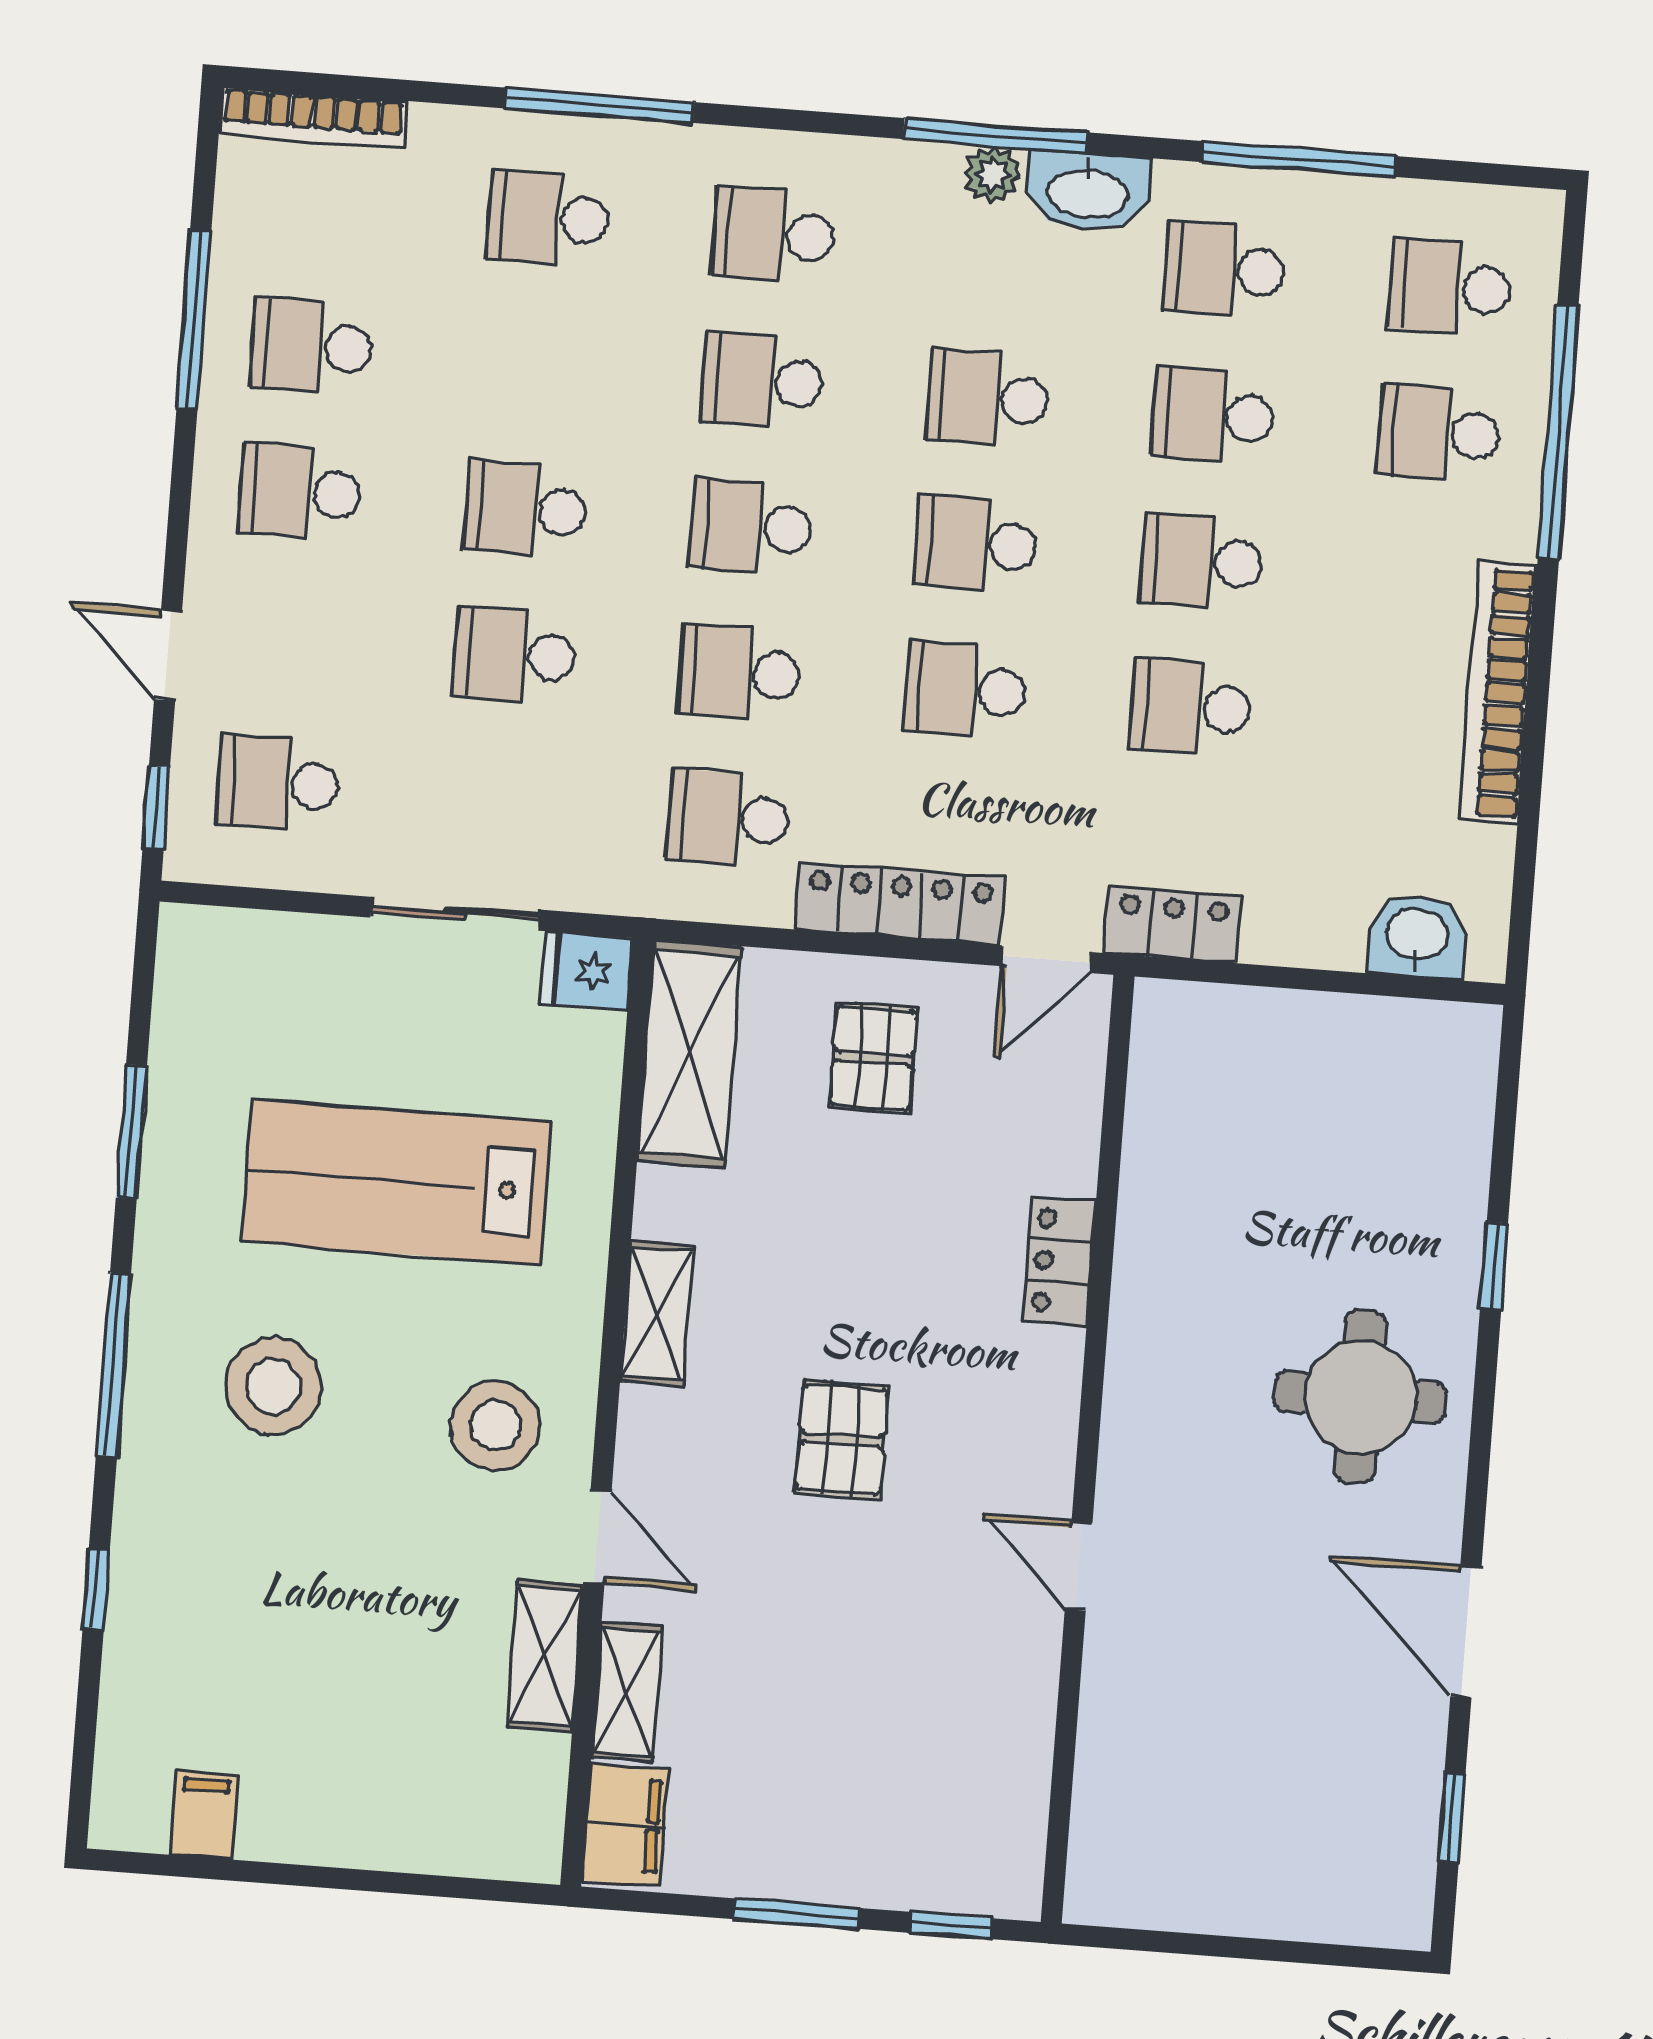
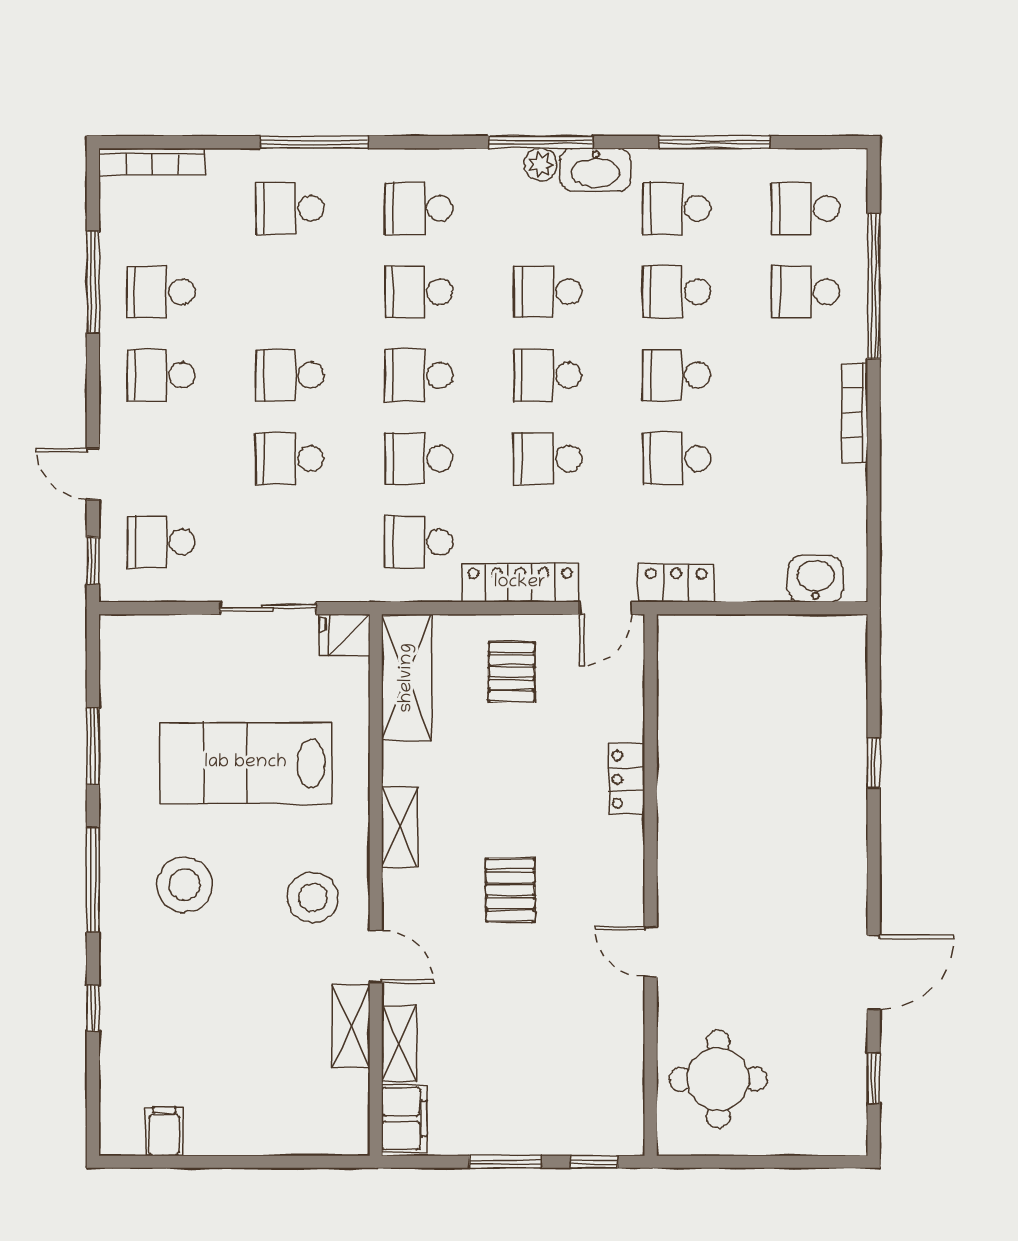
bookcase: (1498, 693) -> (855, 413), width x0.68, depth x0.76
round table: (1360, 1397) -> (718, 1079), moved
door: (1466, 1632) -> (874, 972), swing flipped

